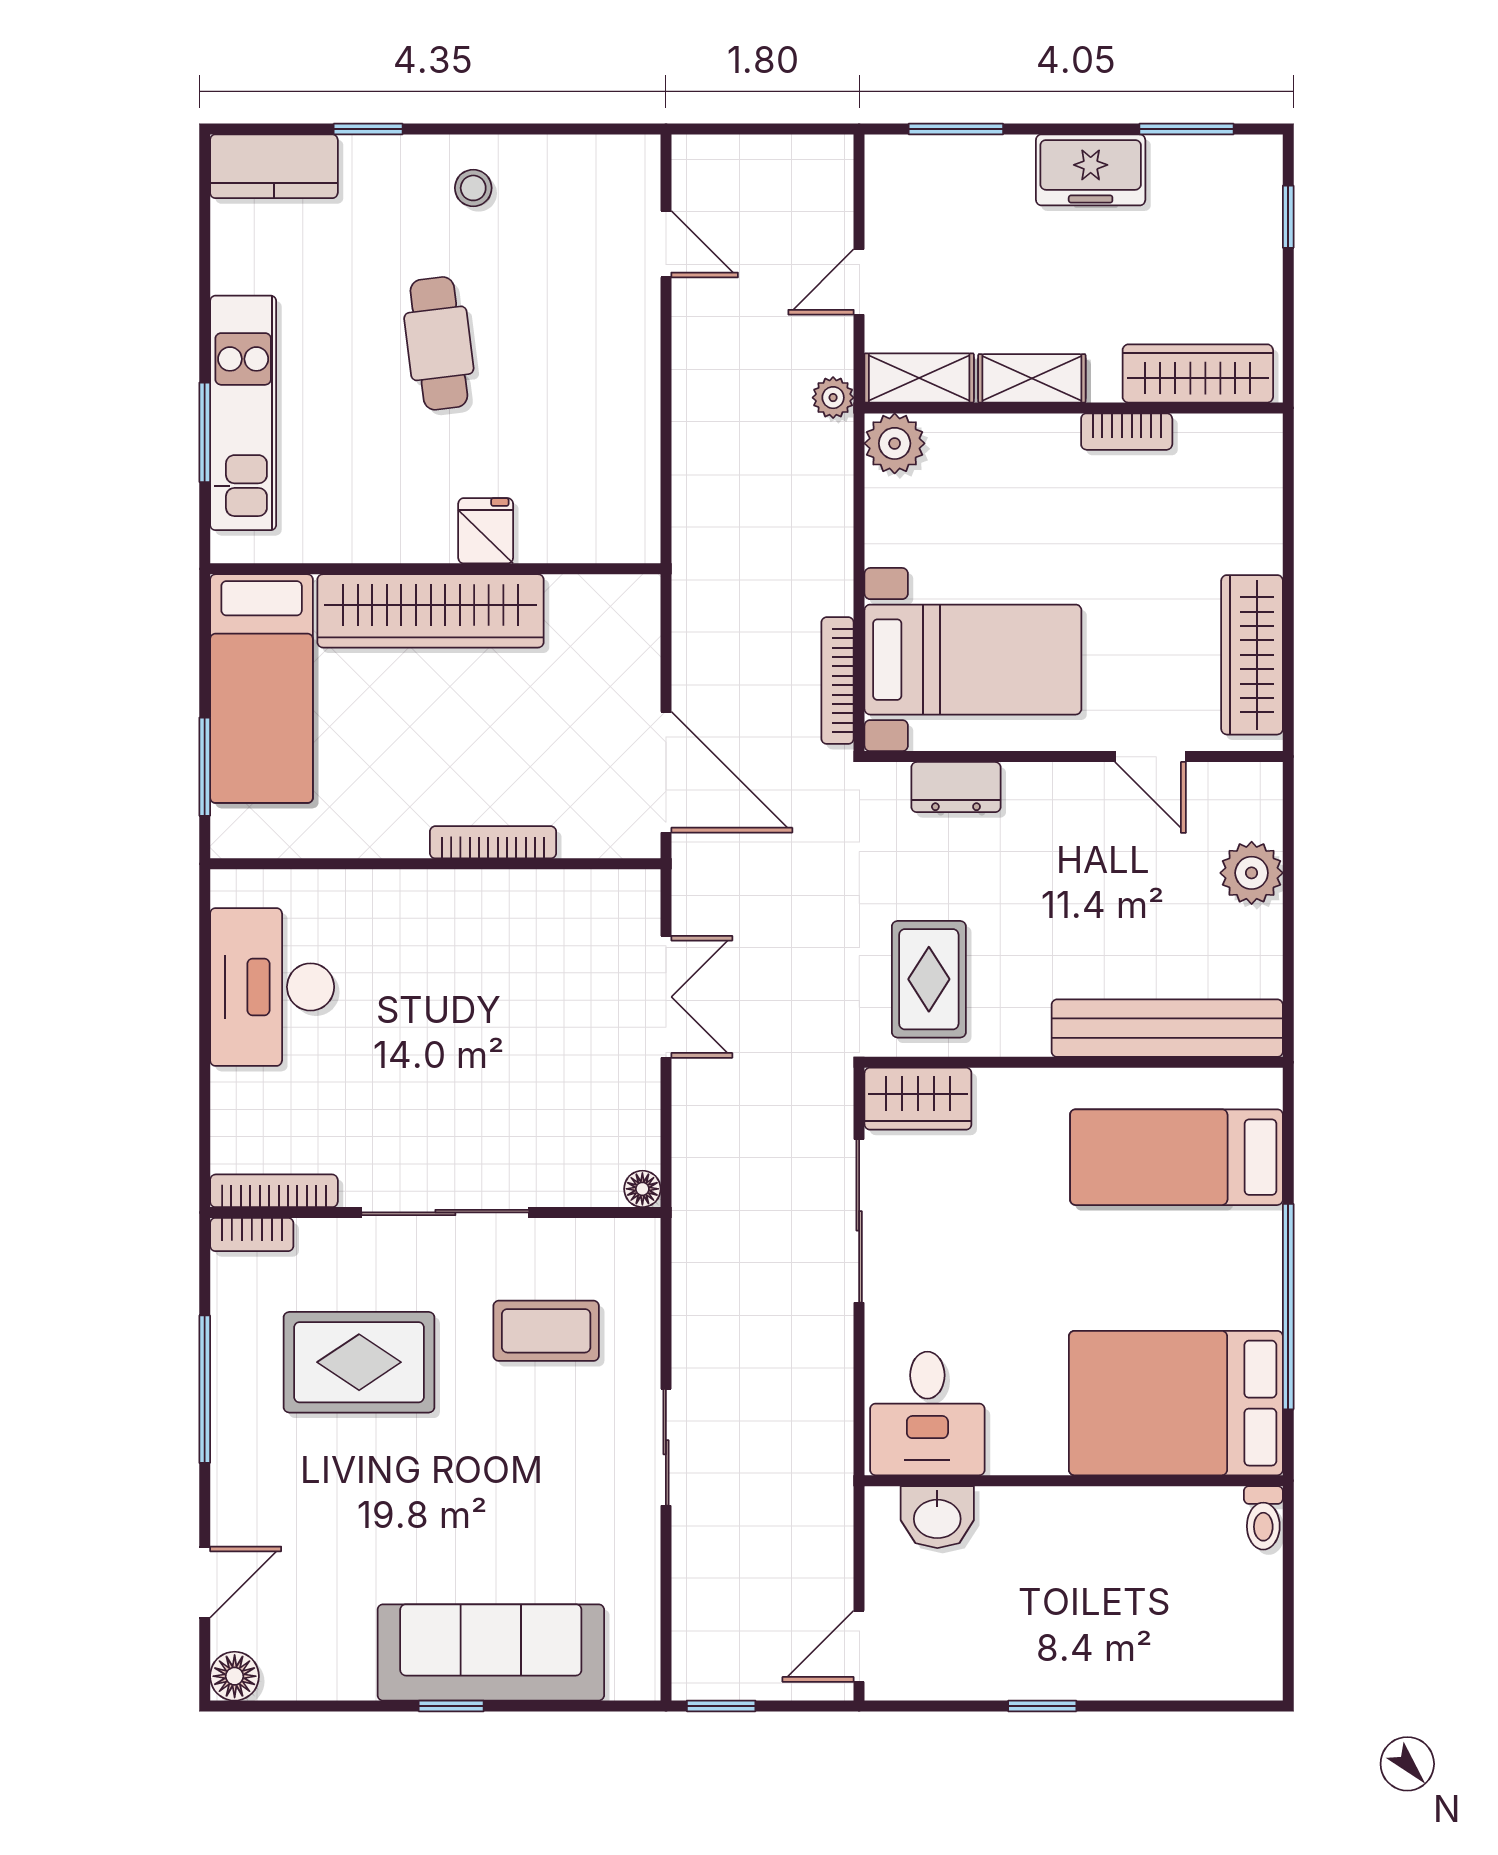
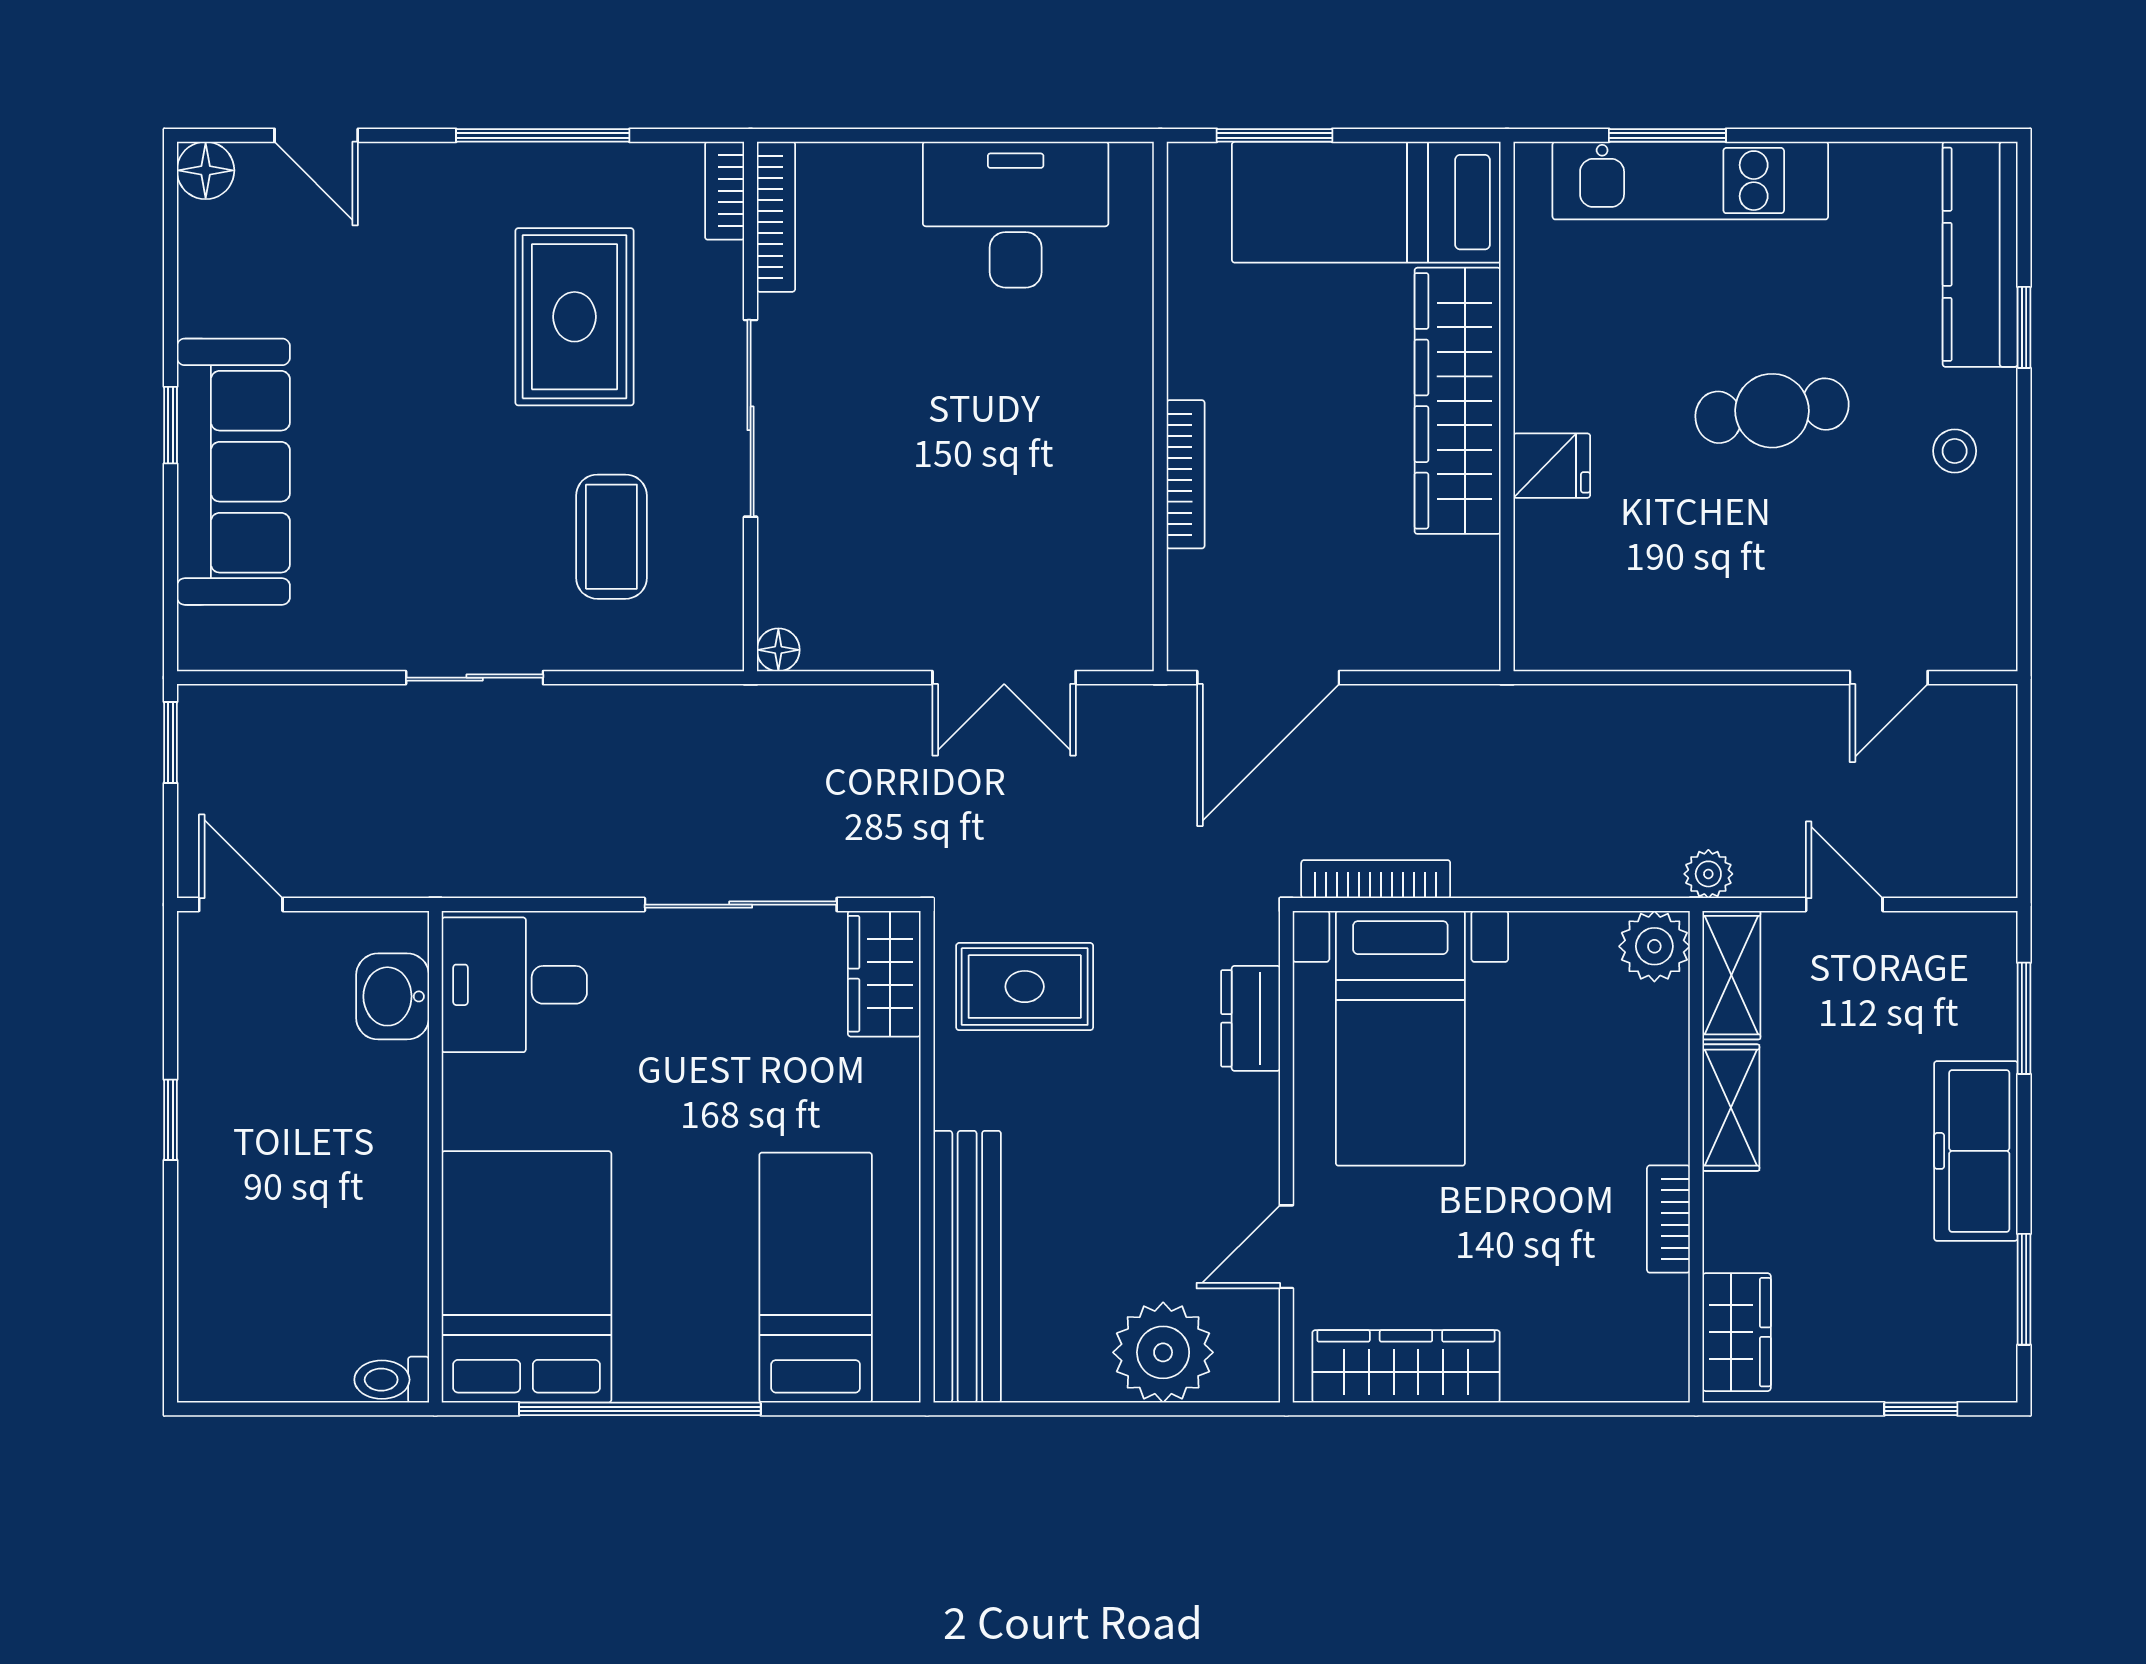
kitchen counter: (274, 166) -> (1980, 254), width x1.50
freezer: (1091, 170) -> (1976, 1151), width x1.40
wardrobe: (1198, 373) -> (1737, 1332), width x0.67
plant: (1252, 873) -> (1163, 1352), width x1.36, depth x1.36

